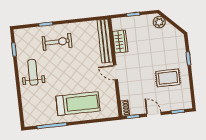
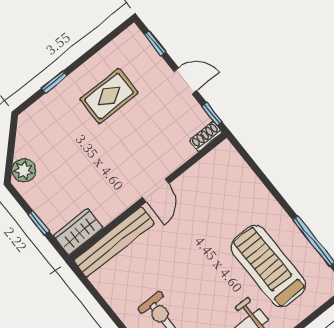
wardrobe: (120, 41) -> (78, 232), moved
rug: (168, 78) -> (109, 96), turned 90
treadmill: (78, 104) -> (268, 266), moved
door: (154, 114) -> (185, 81), swing flipped

